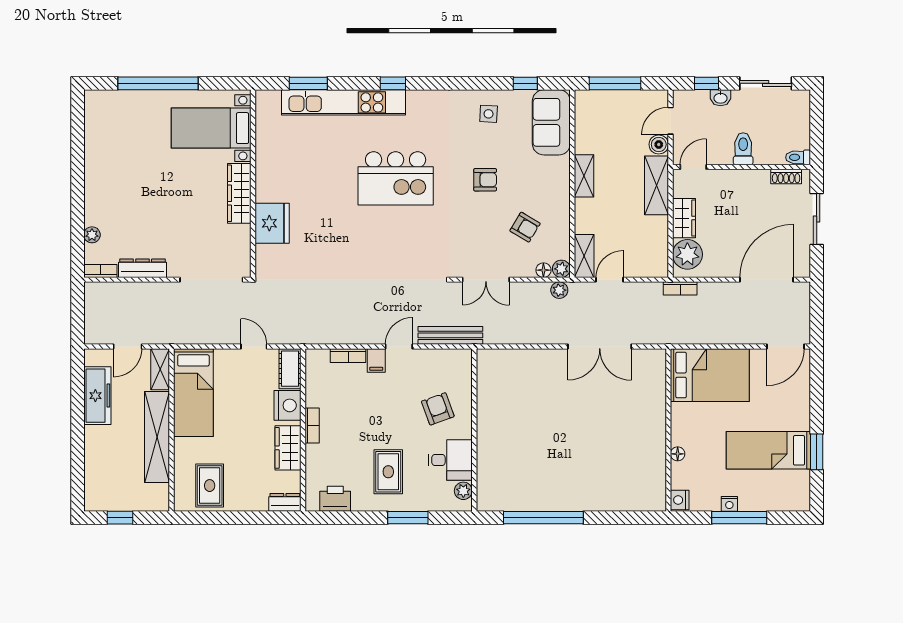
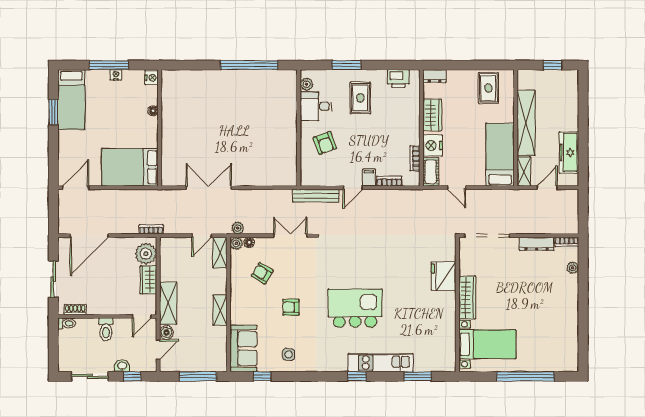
kitchen unit: (343, 102) -> (381, 363), width x0.73
bookcase: (312, 425) -> (415, 158), moved
bed: (768, 450) -> (71, 100), moved, turned 90

